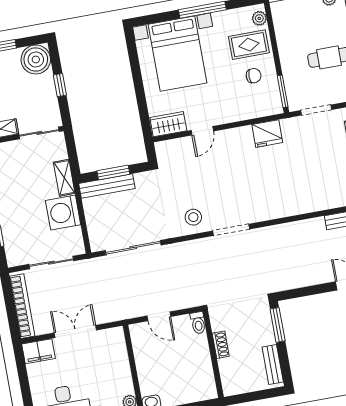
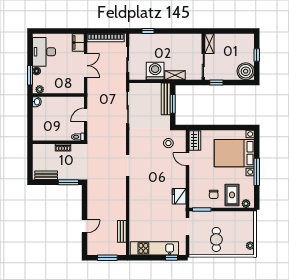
window: (60, 85) -> (216, 82), moved
stool: (193, 217) -> (168, 143), moved

